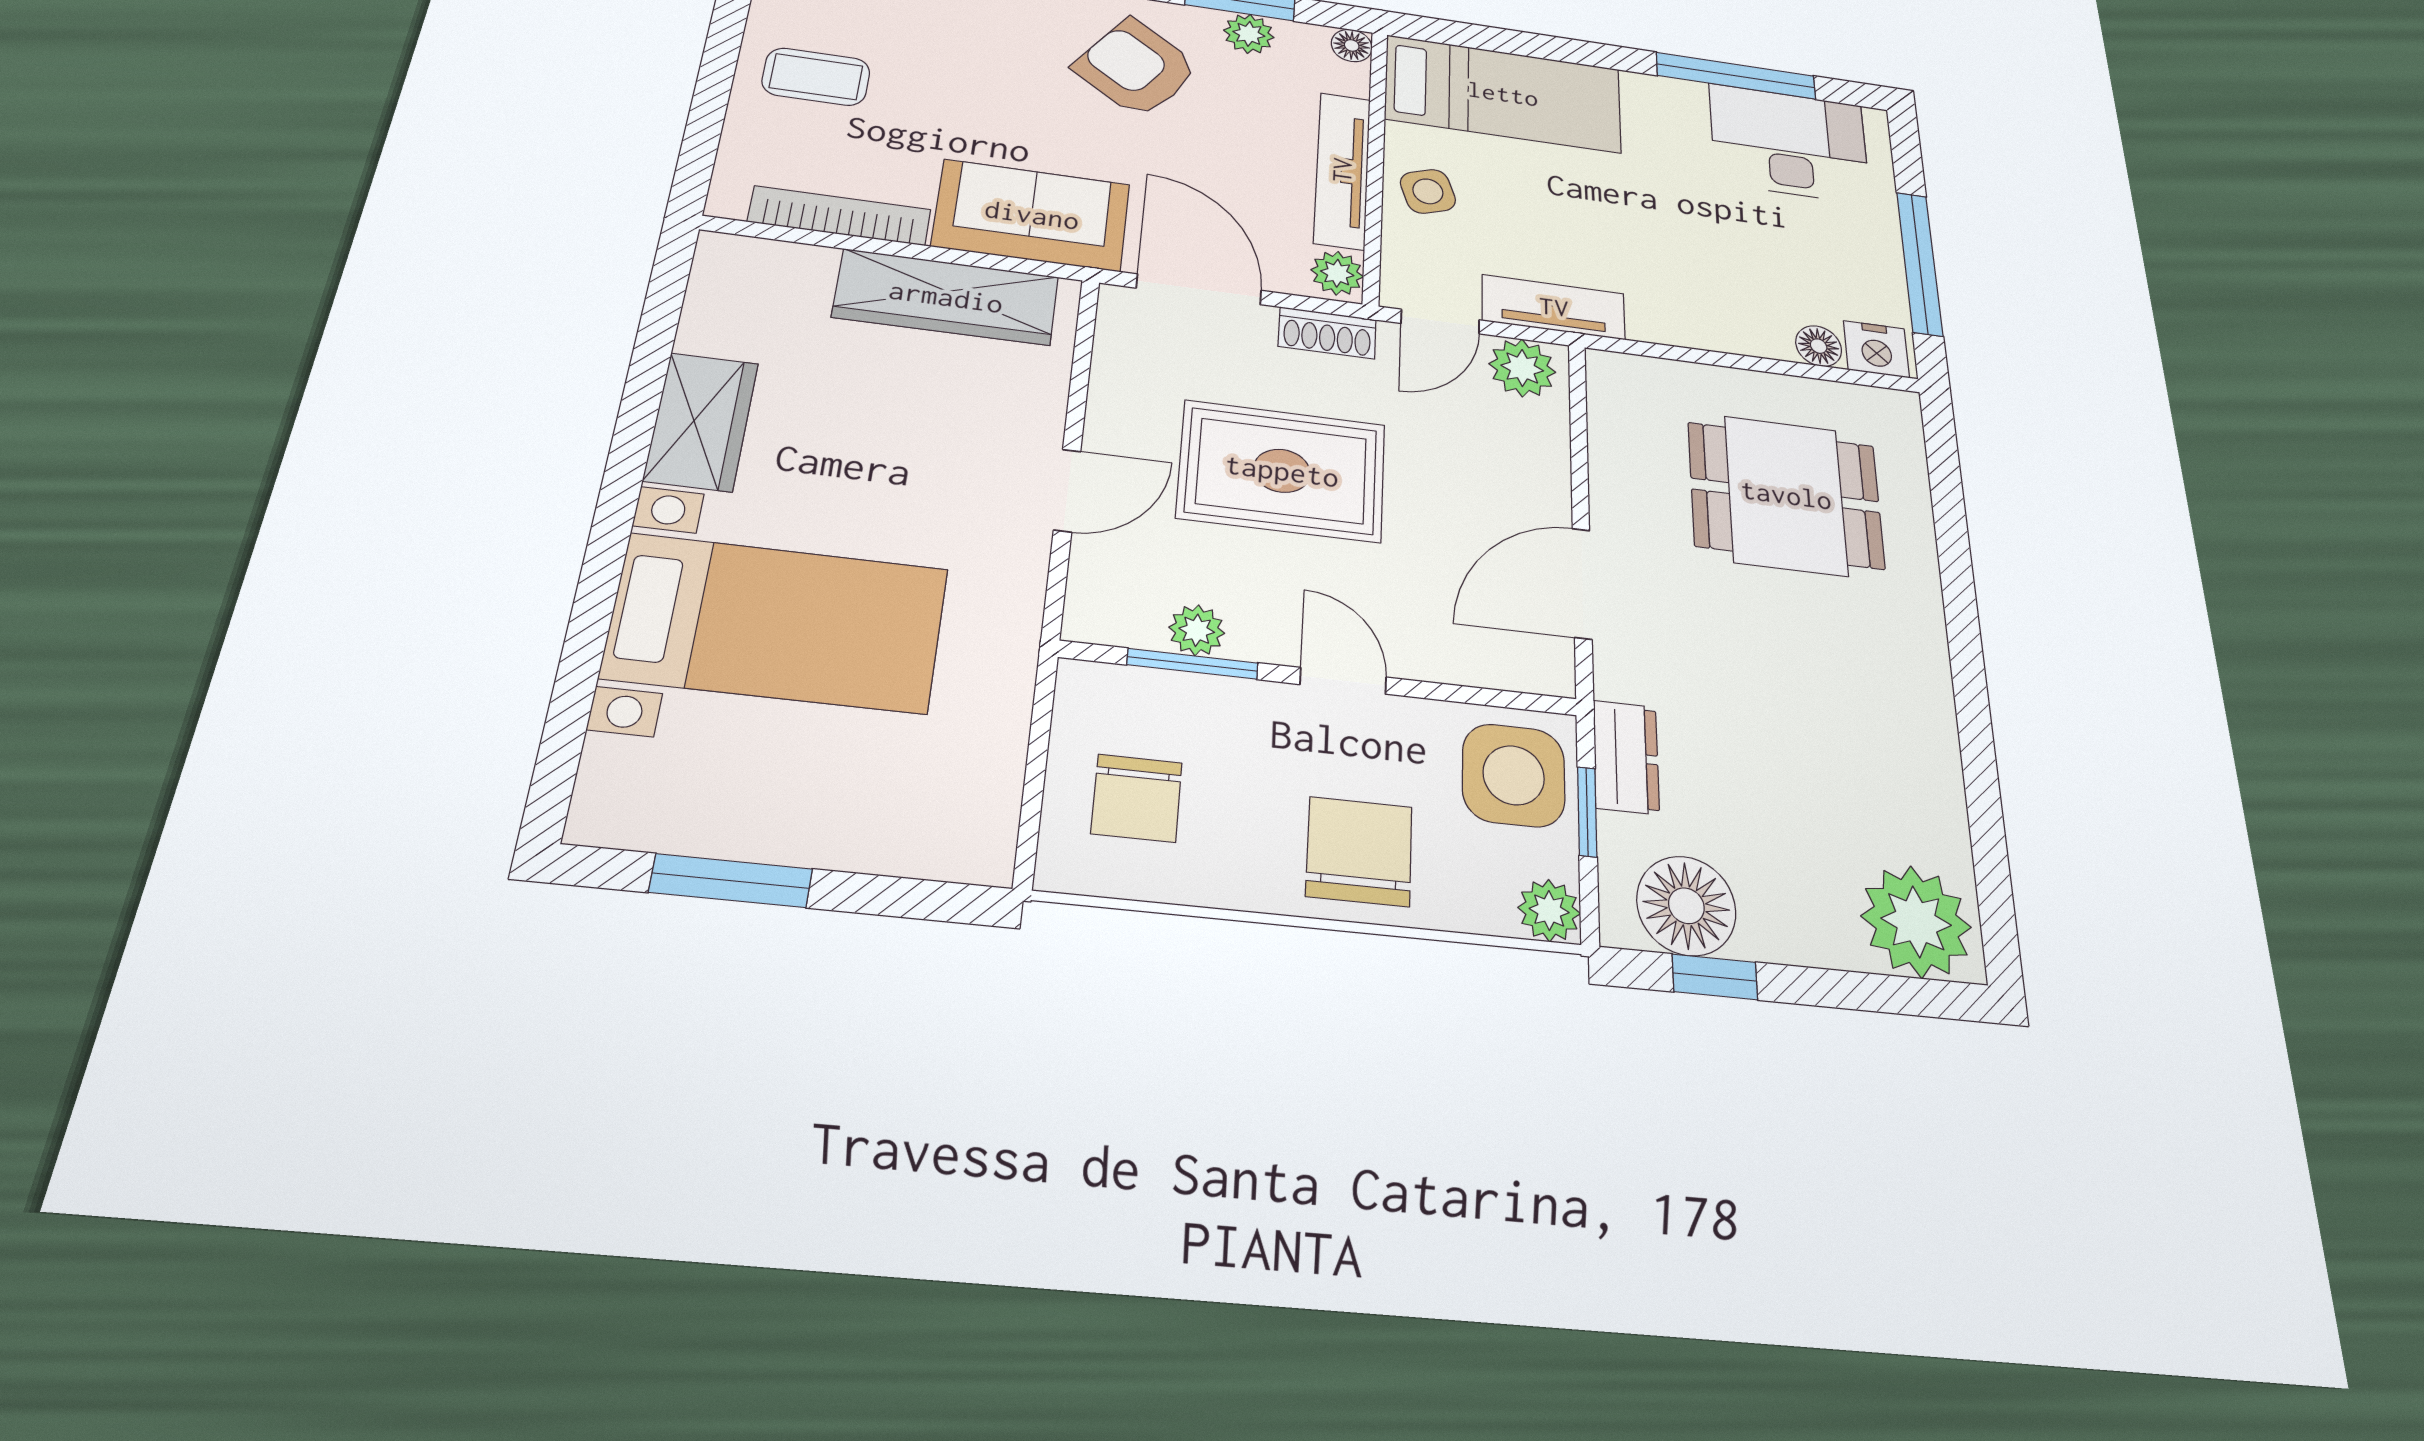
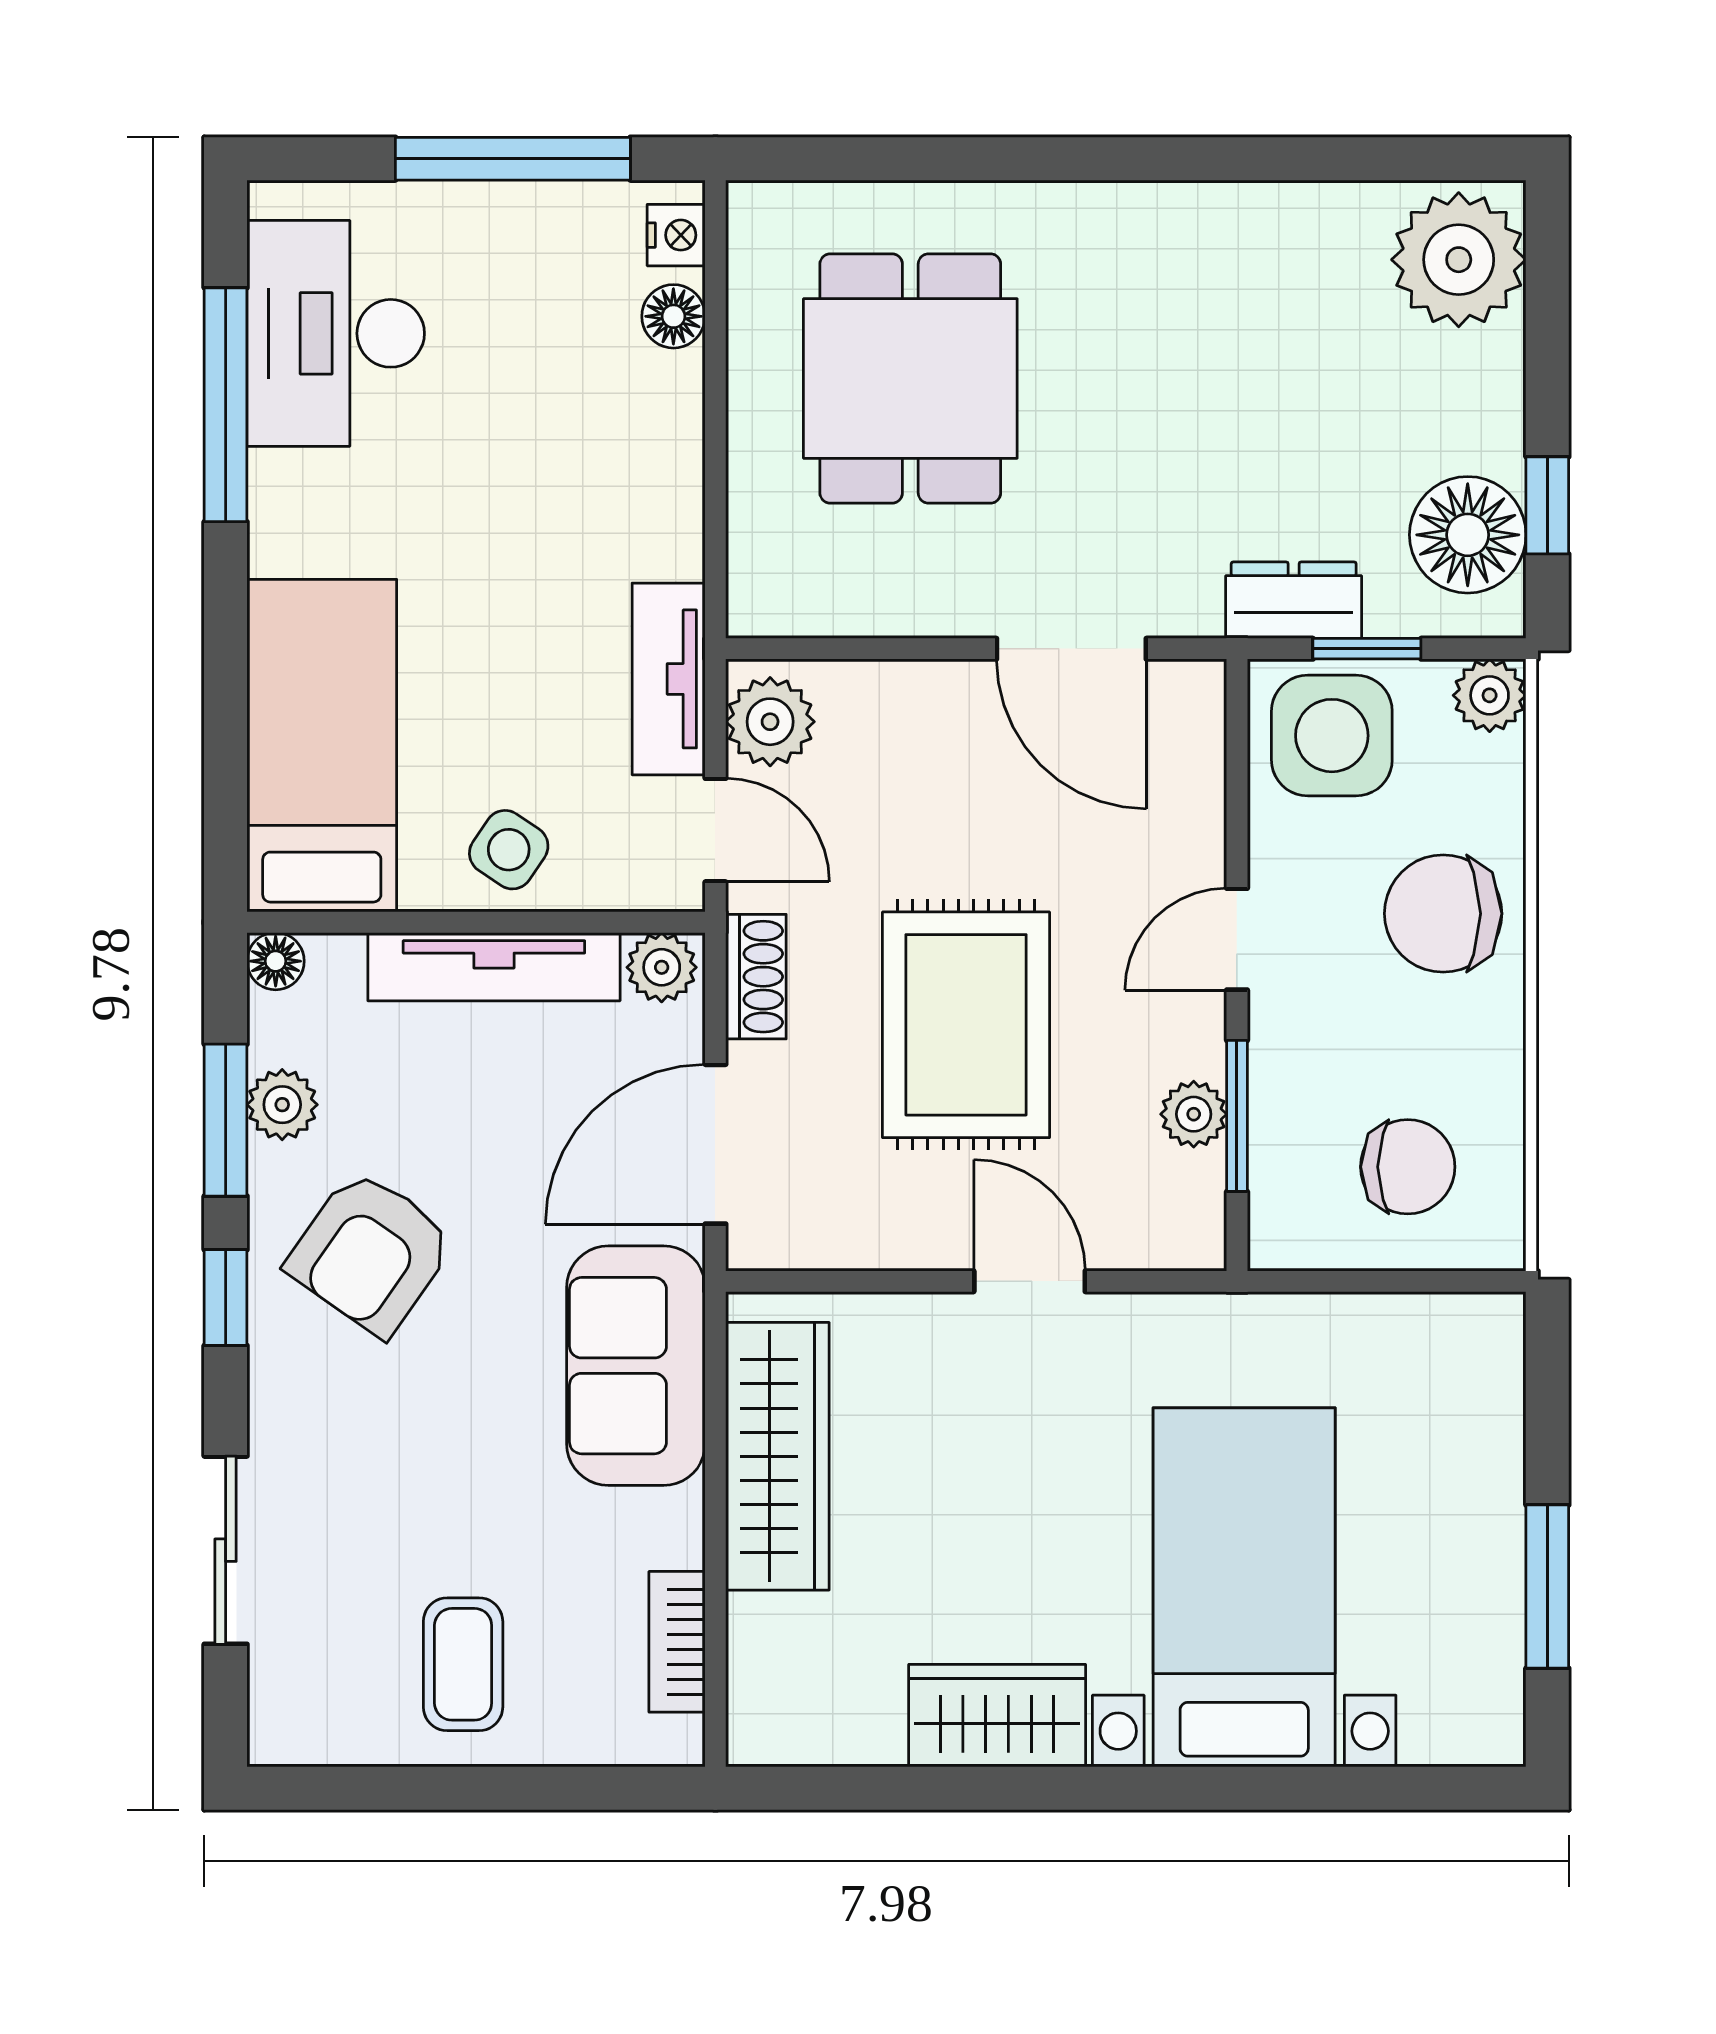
side table: (1428, 191) -> (509, 850), turned -37
bookcase: (840, 216) -> (677, 1642), width x0.64
nightstand: (1876, 349) -> (676, 235), width x0.72, depth x0.74

